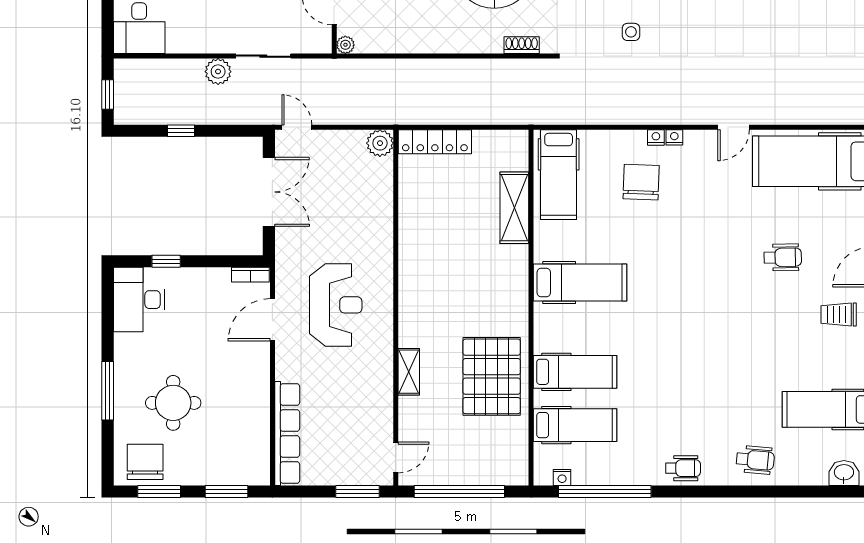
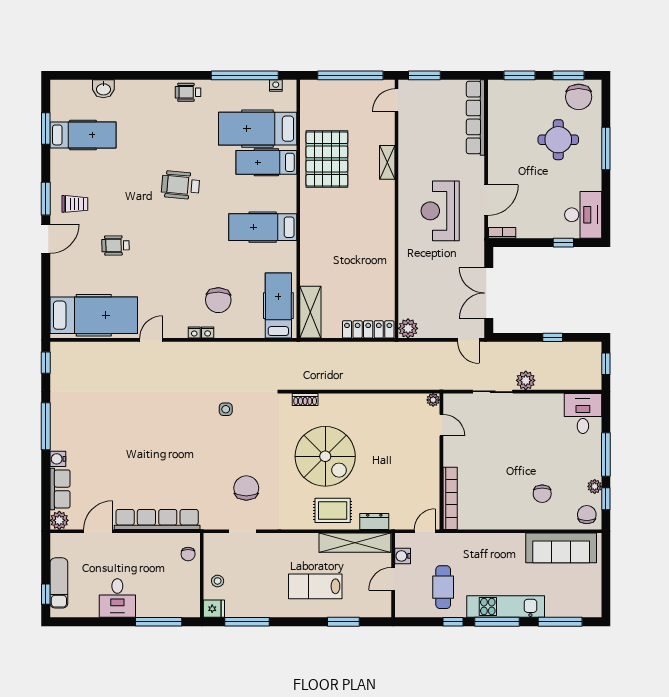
shelving: (514, 208) -> (310, 312), moved
hospital bed: (575, 425) -> (258, 129), width x1.37, depth x1.29
wheelchair: (755, 460) -> (181, 185), moved, width x1.36, depth x1.37
washbasin: (844, 473) -> (103, 89), moved

